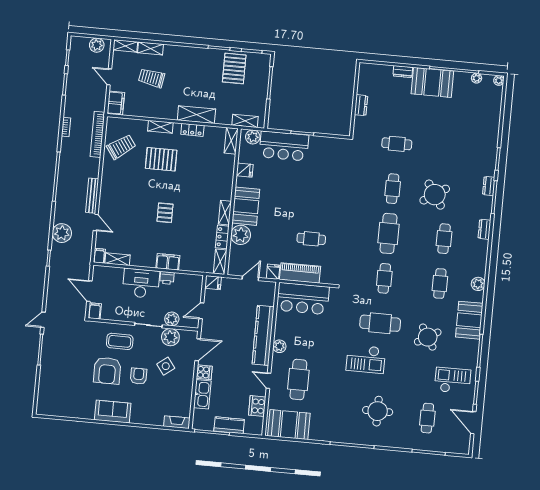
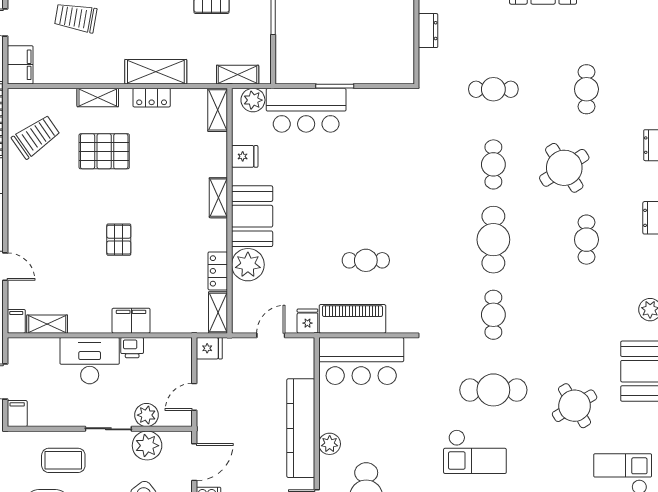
shelving: (225, 213) -> (218, 198), moved
cafe table: (440, 284) -> (586, 89), moved

